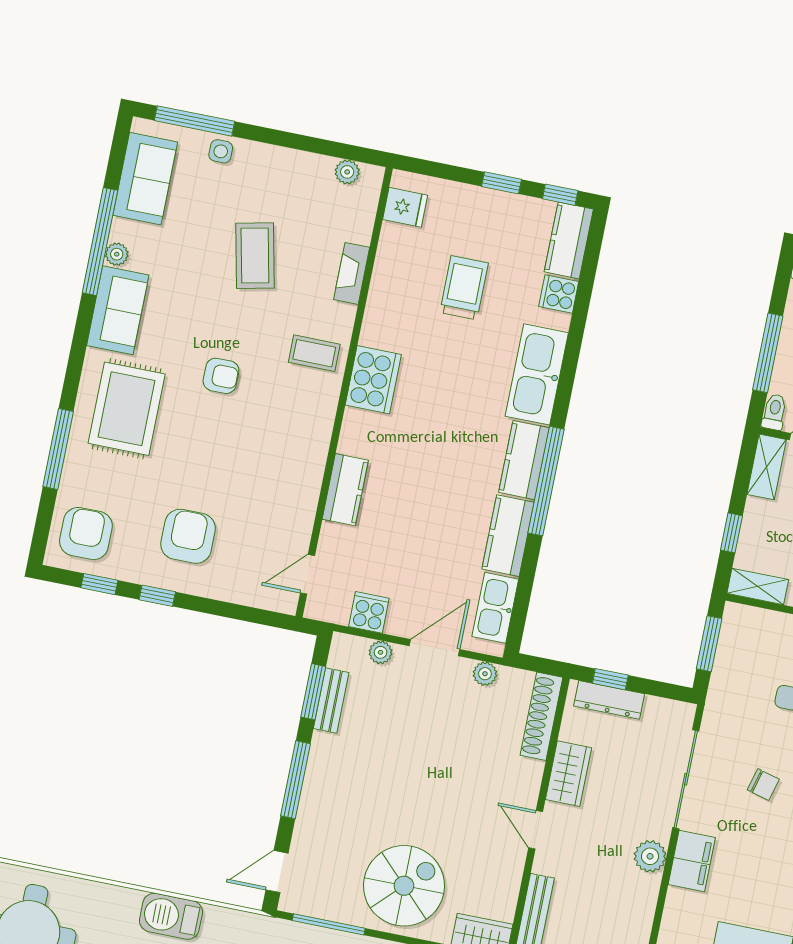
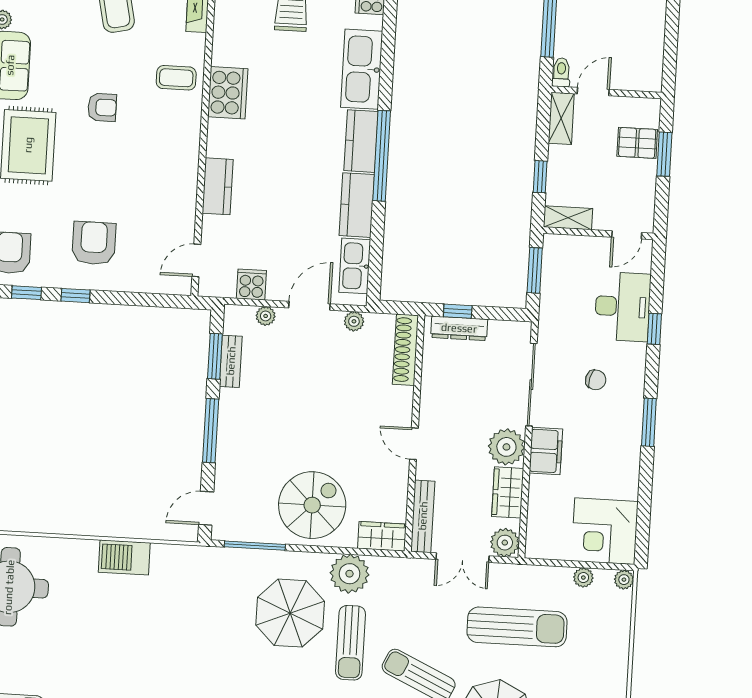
wardrobe: (568, 774) -> (508, 492), moved, turned 180
plant: (650, 856) -> (506, 447), width x1.36, depth x1.36

